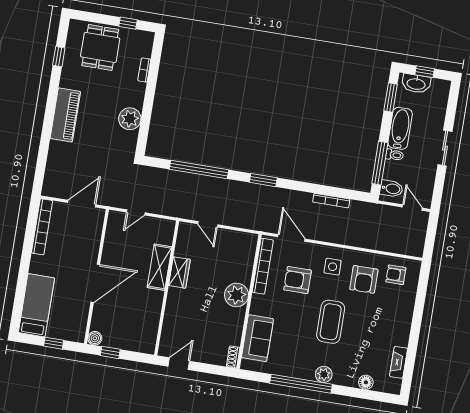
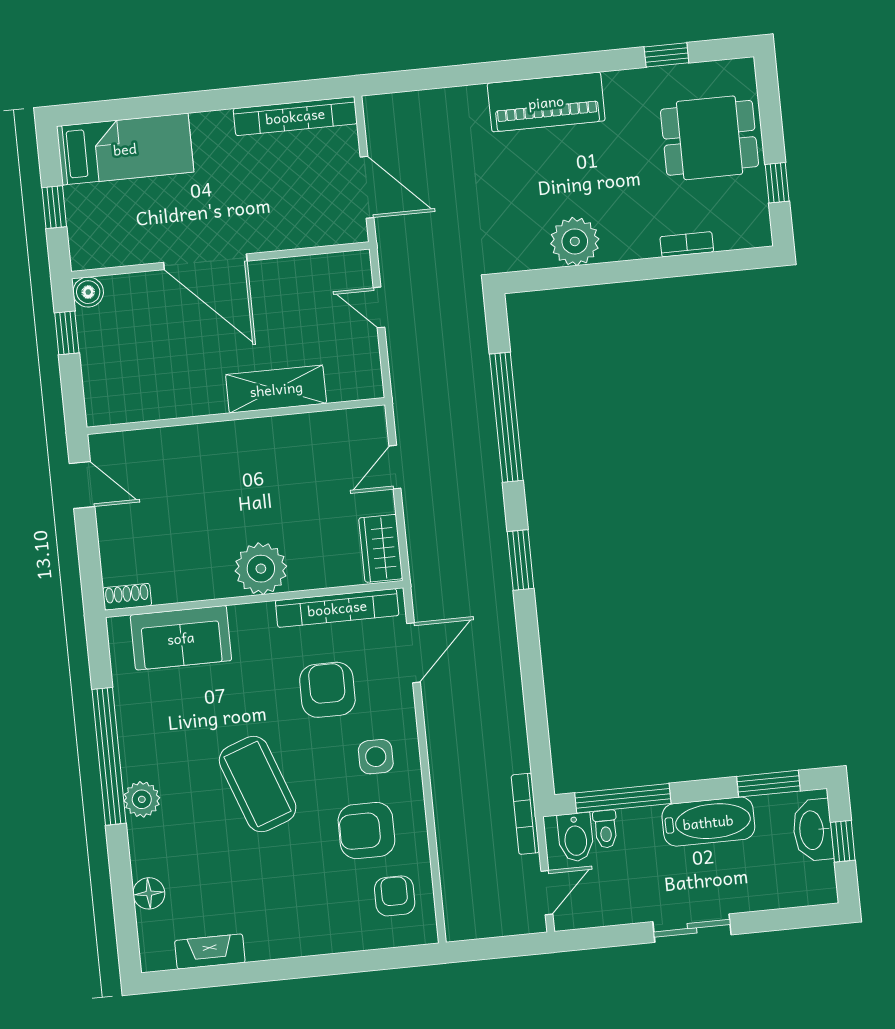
toilet: (394, 155) -> (606, 829), moved
bookcase: (331, 201) -> (525, 814), moved
wardrobe: (179, 272) -> (381, 548), moved, turned 90
coffee table: (331, 322) -> (258, 784), turned 70

